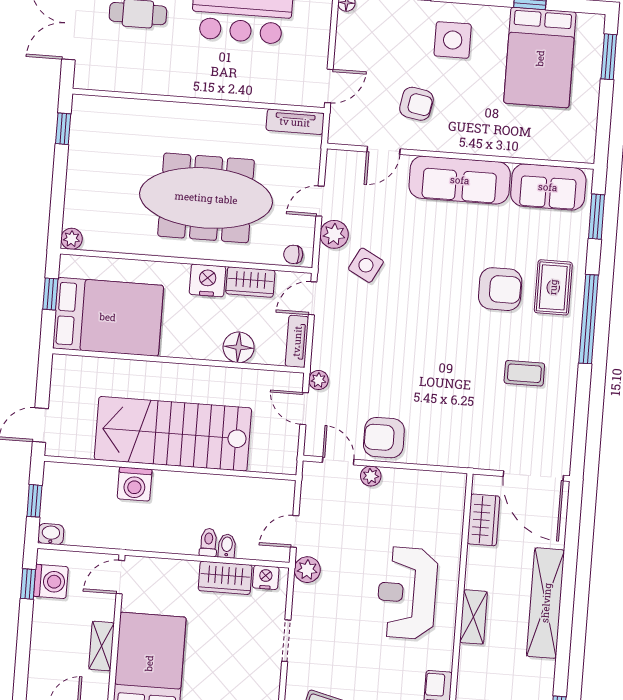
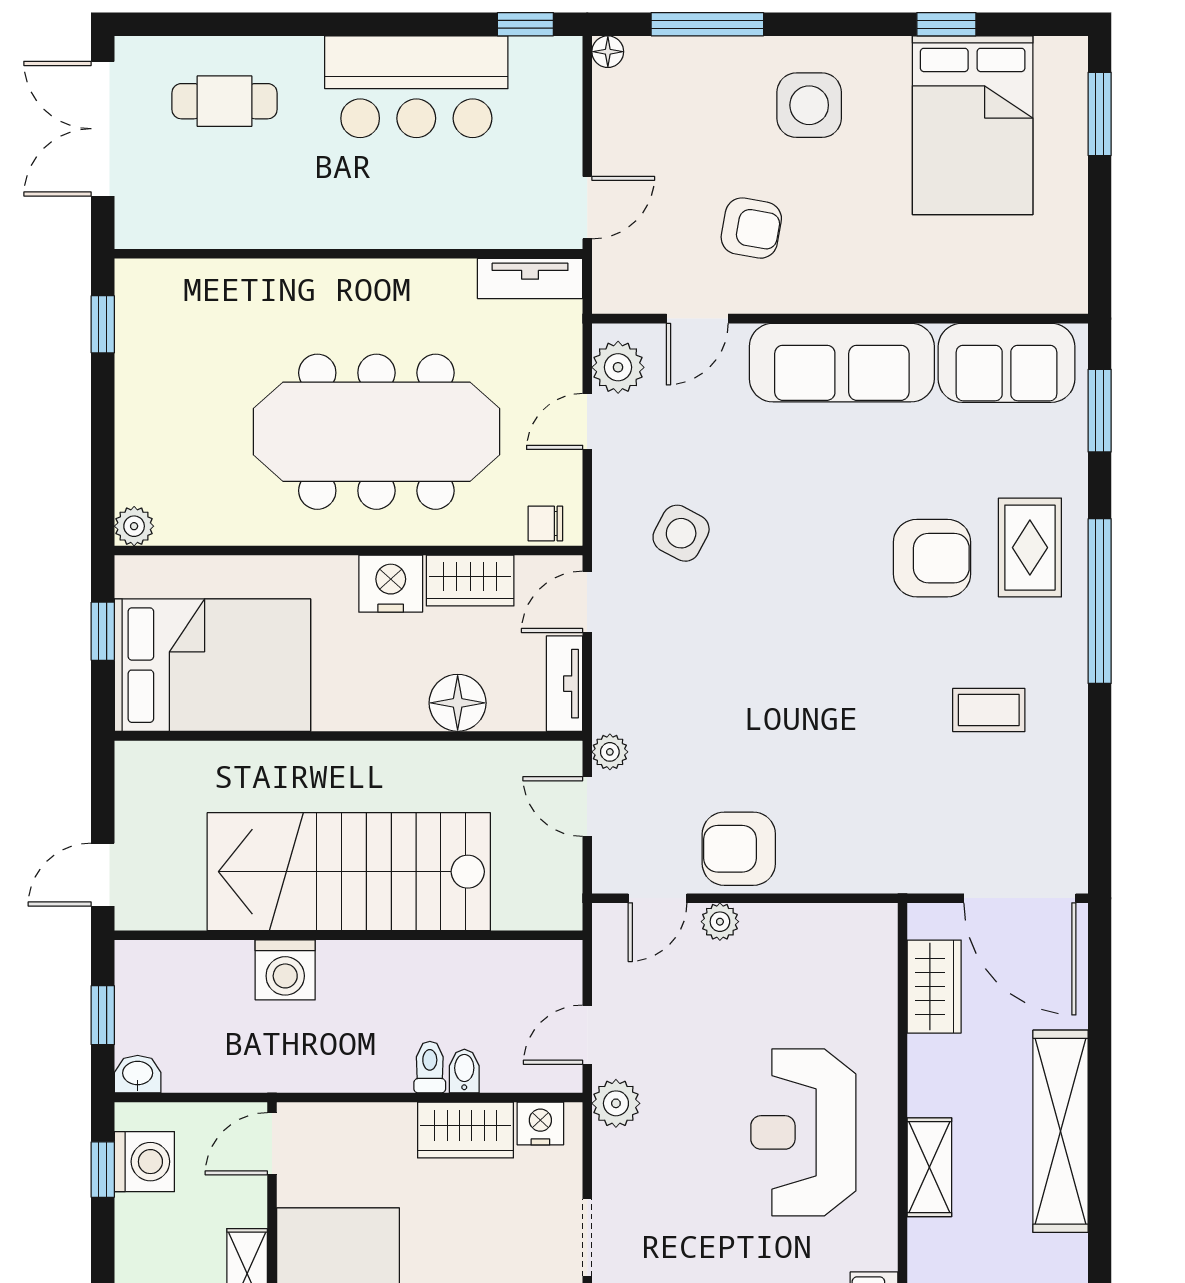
plant: (334, 234) -> (618, 367), moved
door: (338, 461) -> (658, 898), swing flipped

